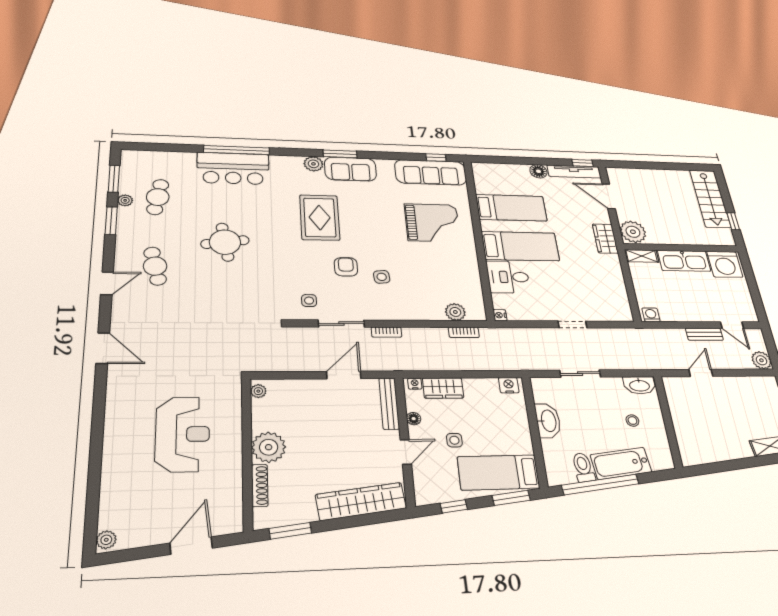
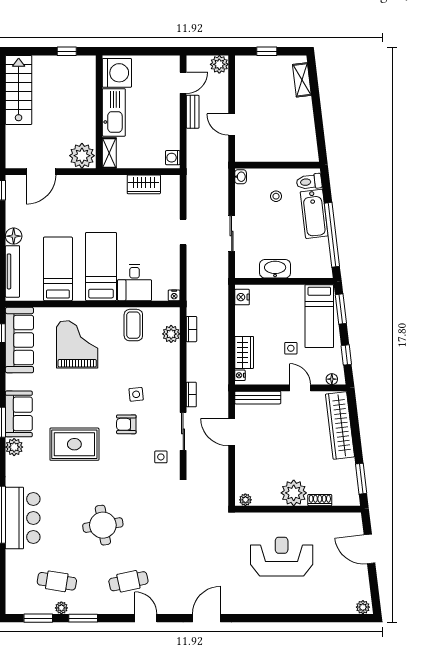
tv unit: (574, 172) -> (12, 271), moved
stairs: (710, 199) -> (19, 90), moved, turned -90
wardrobe: (605, 239) -> (144, 184), moved
coffee table: (461, 275) -> (133, 325), added
washbasin: (639, 385) -> (241, 177), width x0.52, depth x0.69
floor lamp: (414, 419) -> (332, 379), moved
toilet: (583, 467) -> (309, 182), moved
shoe rack: (260, 485) -> (320, 500), width x0.70

